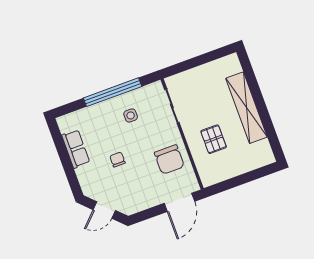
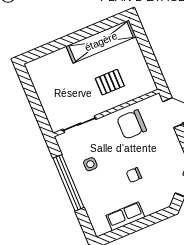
shelving: (247, 108) -> (101, 42), moved
chair: (169, 160) -> (132, 124), turned 180

